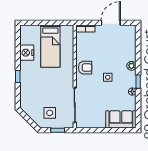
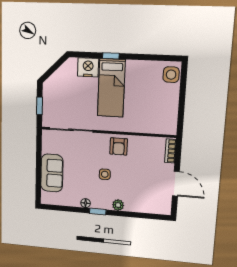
bed: (50, 46) -> (111, 88), moved, turned -90
nightstand: (27, 53) -> (88, 67), moved
side table: (50, 113) -> (171, 75), moved
sofa: (121, 119) -> (52, 173), moved

